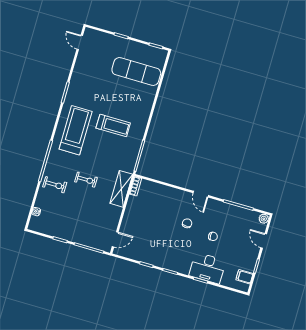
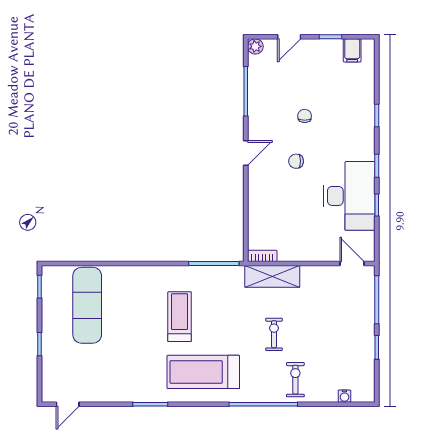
desk: (207, 268) -> (349, 196), moved, width x1.36, depth x1.30

